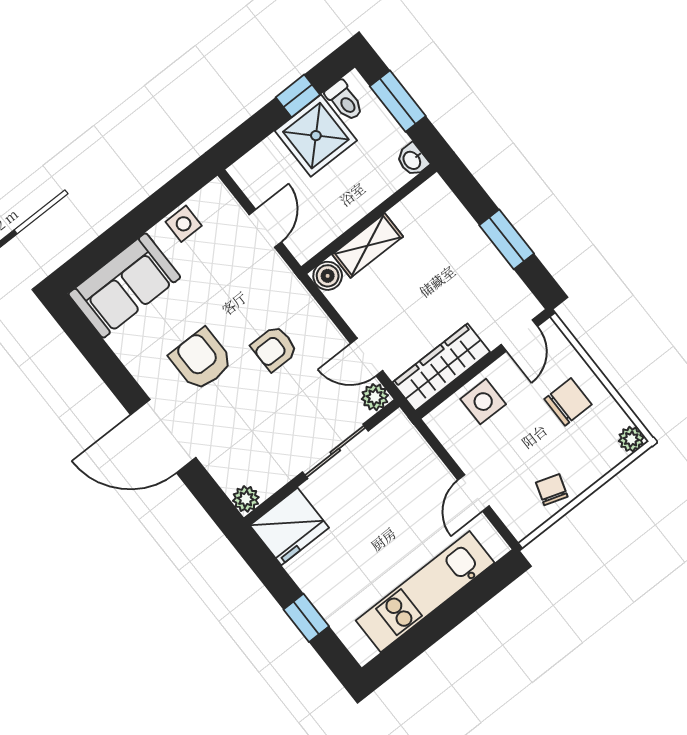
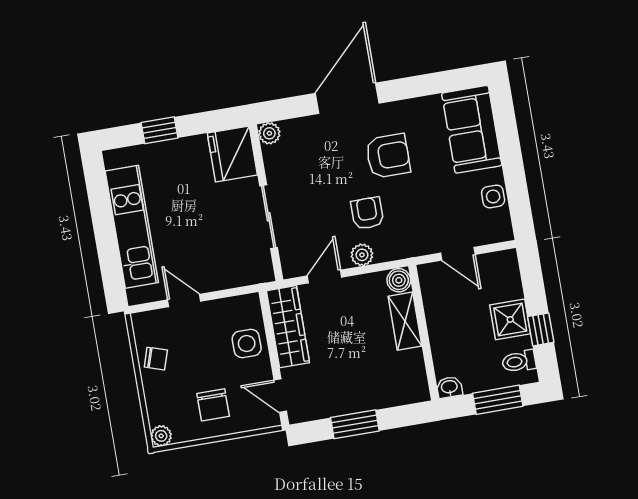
shower: (316, 136) -> (510, 319), width x0.73, depth x0.73
plant: (375, 397) -> (362, 255), moved

